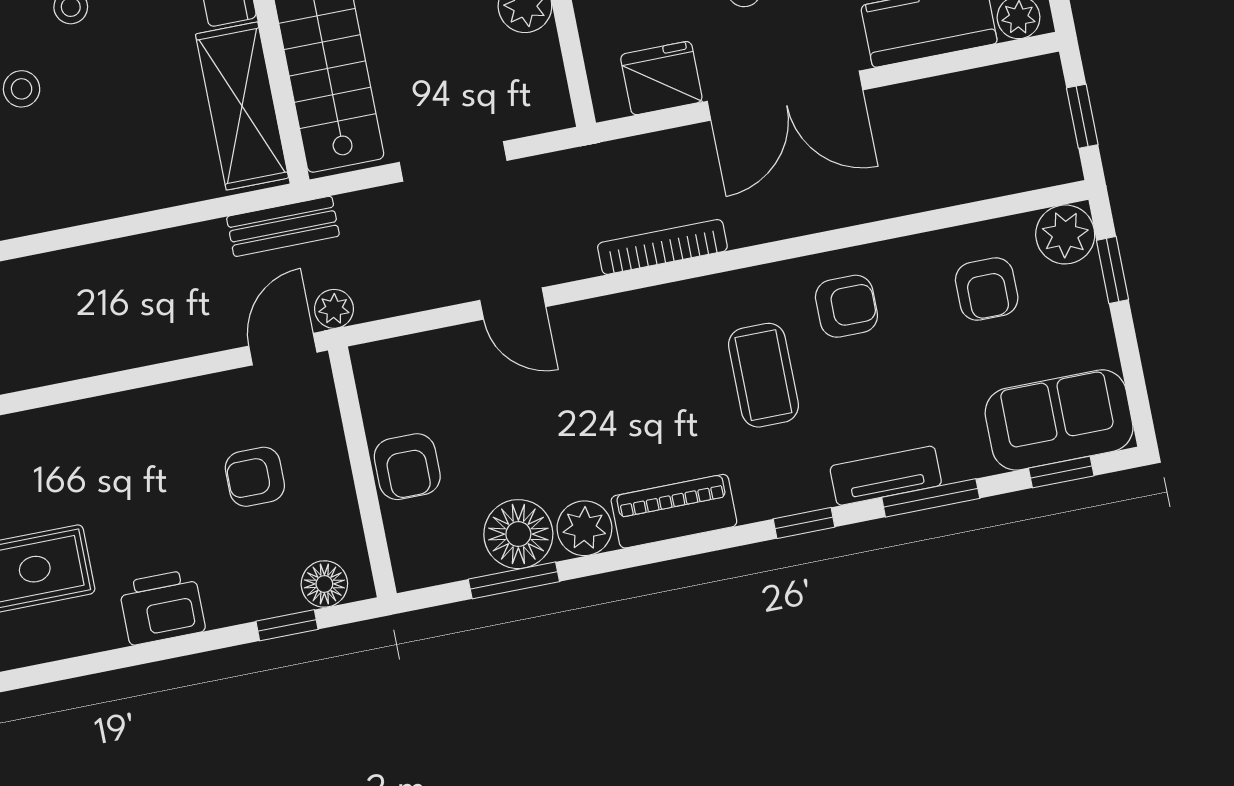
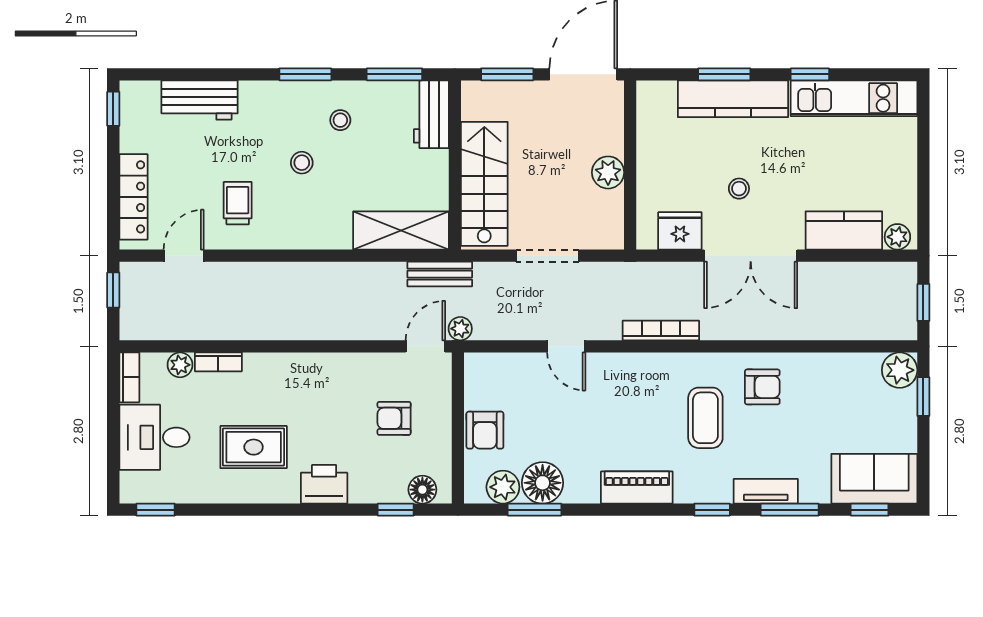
shelving: (242, 106) -> (401, 231), moved, turned 90
armchair: (987, 289) -> (847, 393), removed
plant: (584, 528) -> (503, 487), moved

